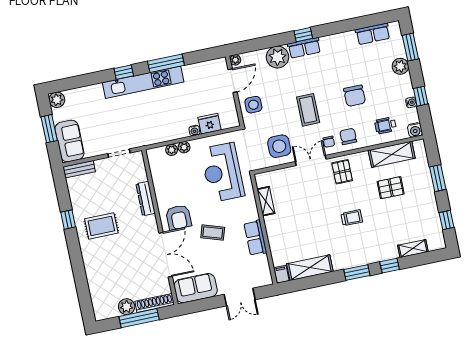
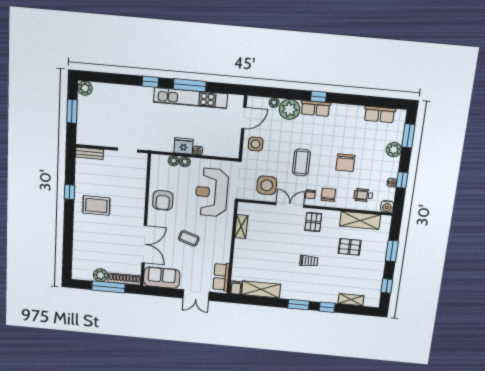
plant: (235, 60) -> (274, 103), moved
kitchen unit: (143, 82) -> (191, 98), moved
fridge: (210, 124) -> (184, 146), moved
sofa: (69, 141) -> (87, 127), removed
dresser: (146, 199) -> (140, 194), removed
armchair: (179, 217) -> (163, 200), moved
row of seats: (255, 238) -> (221, 277), moved

